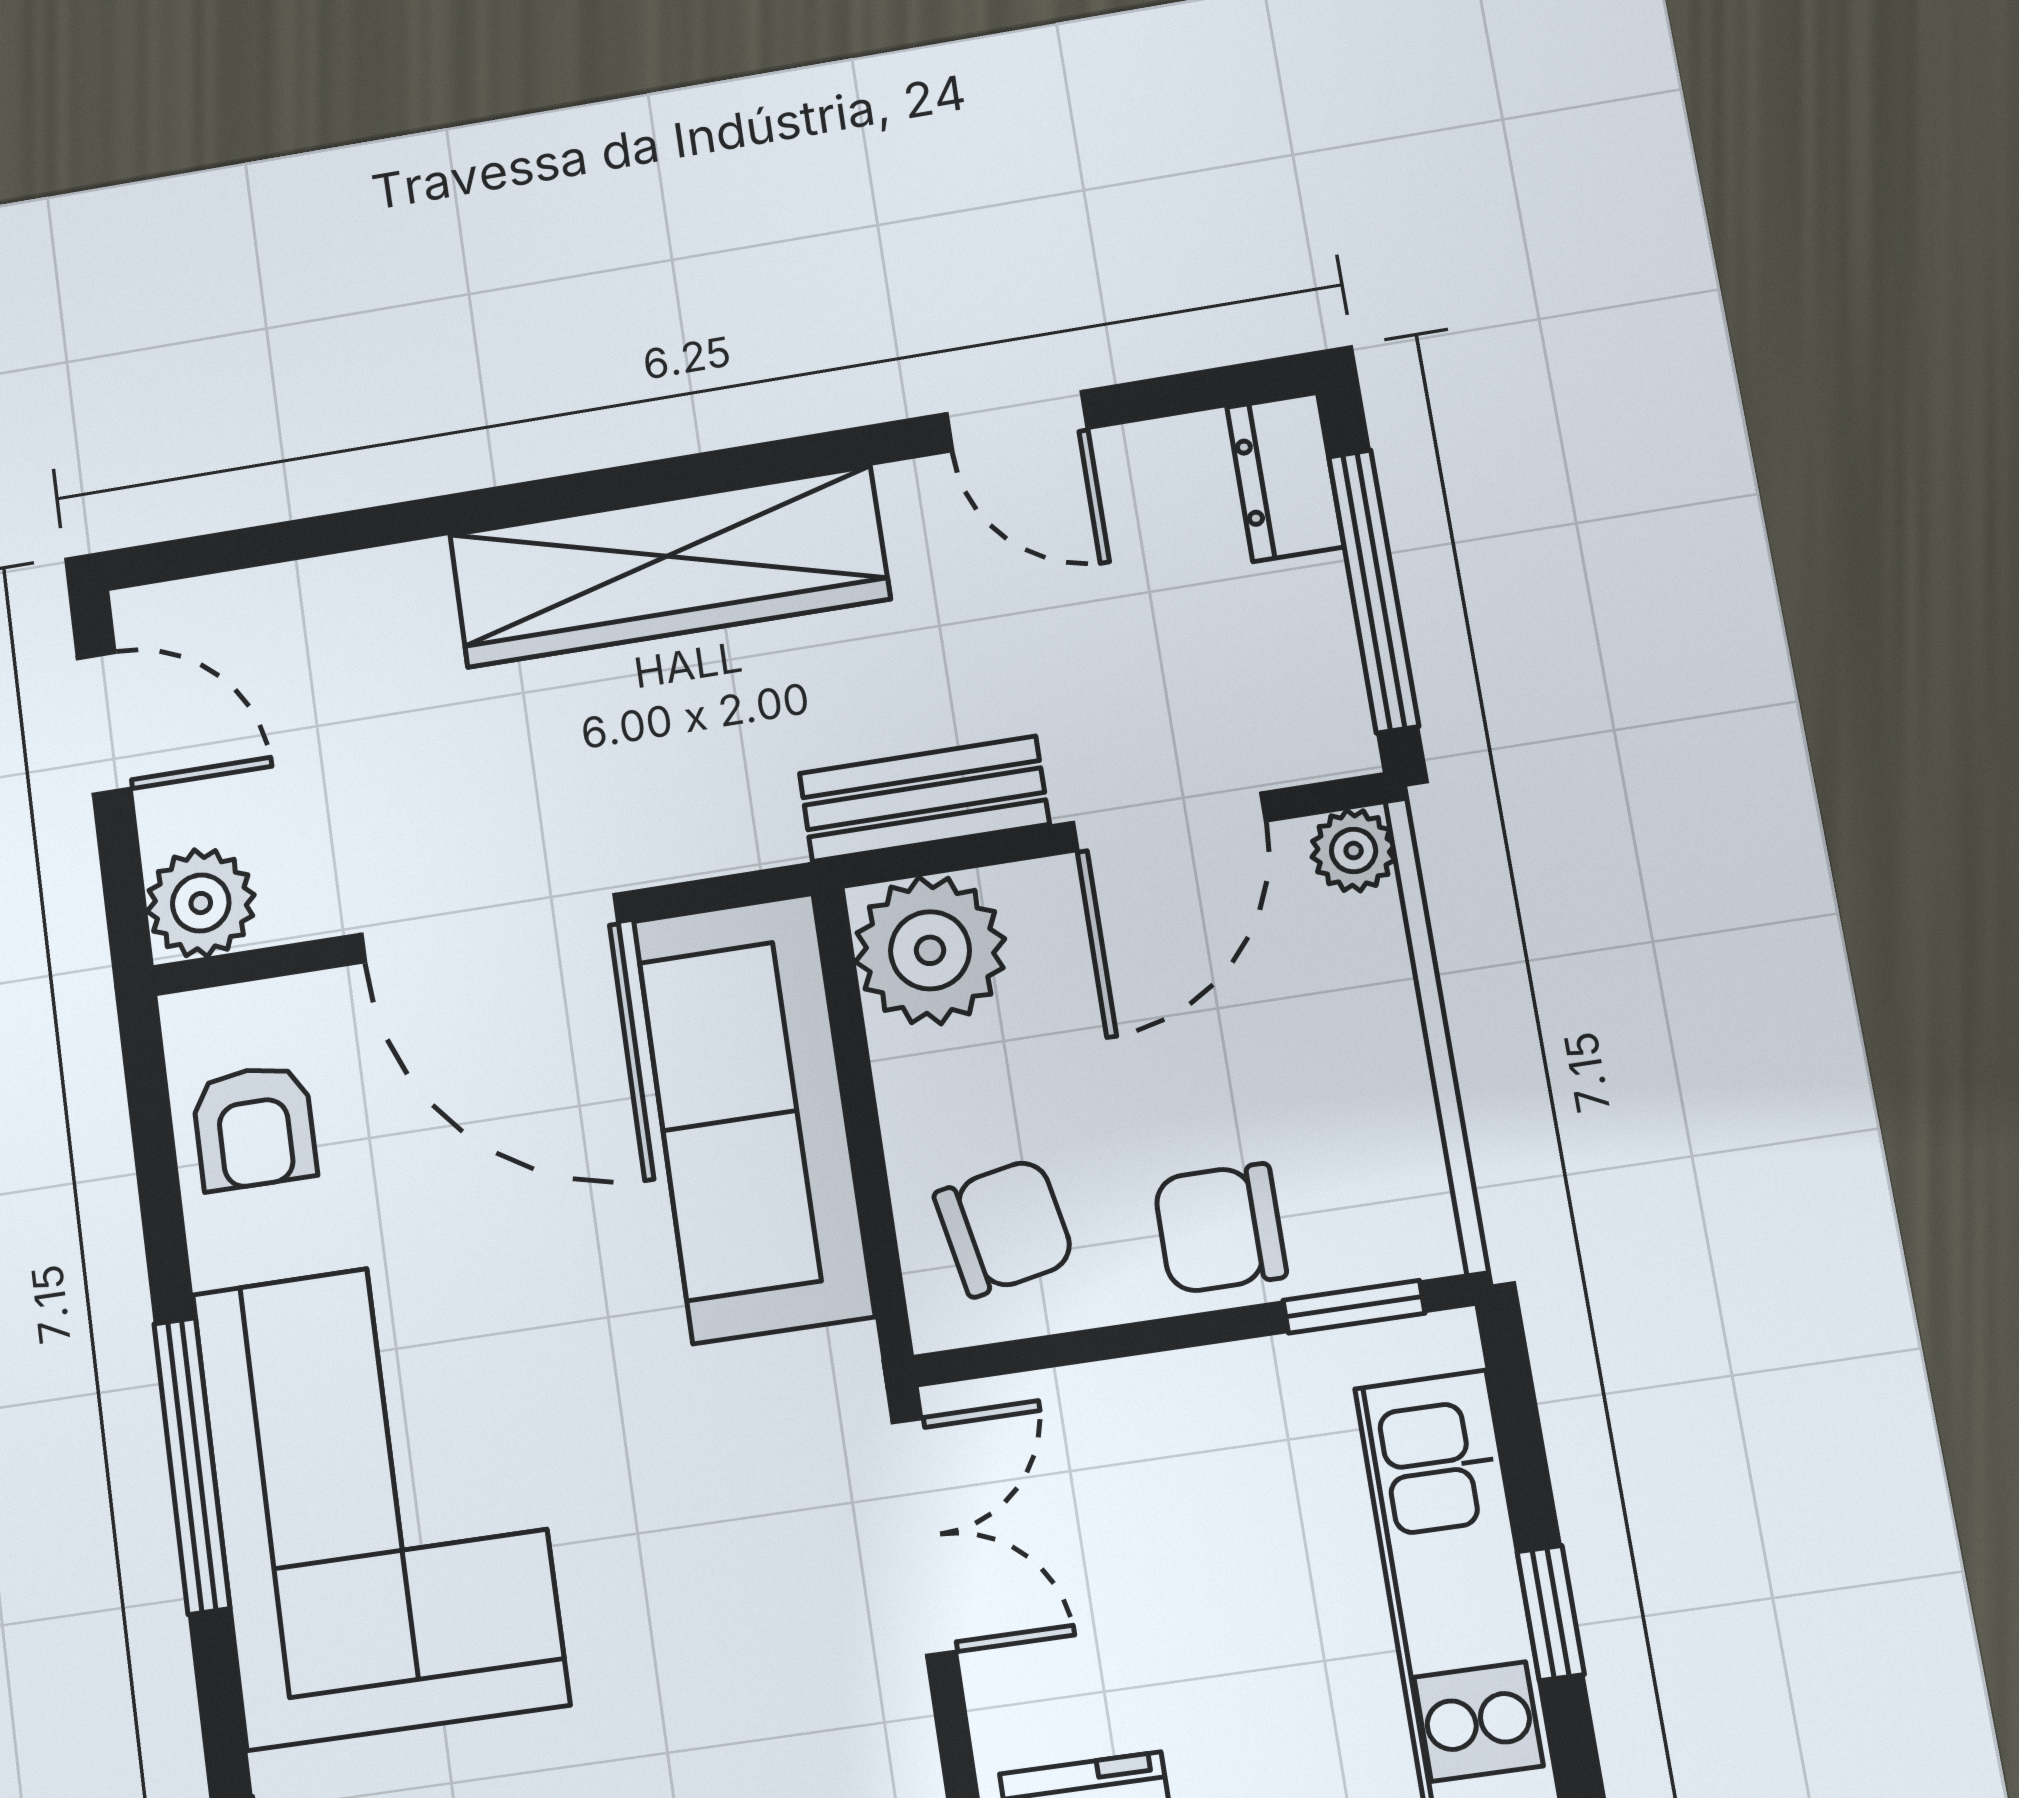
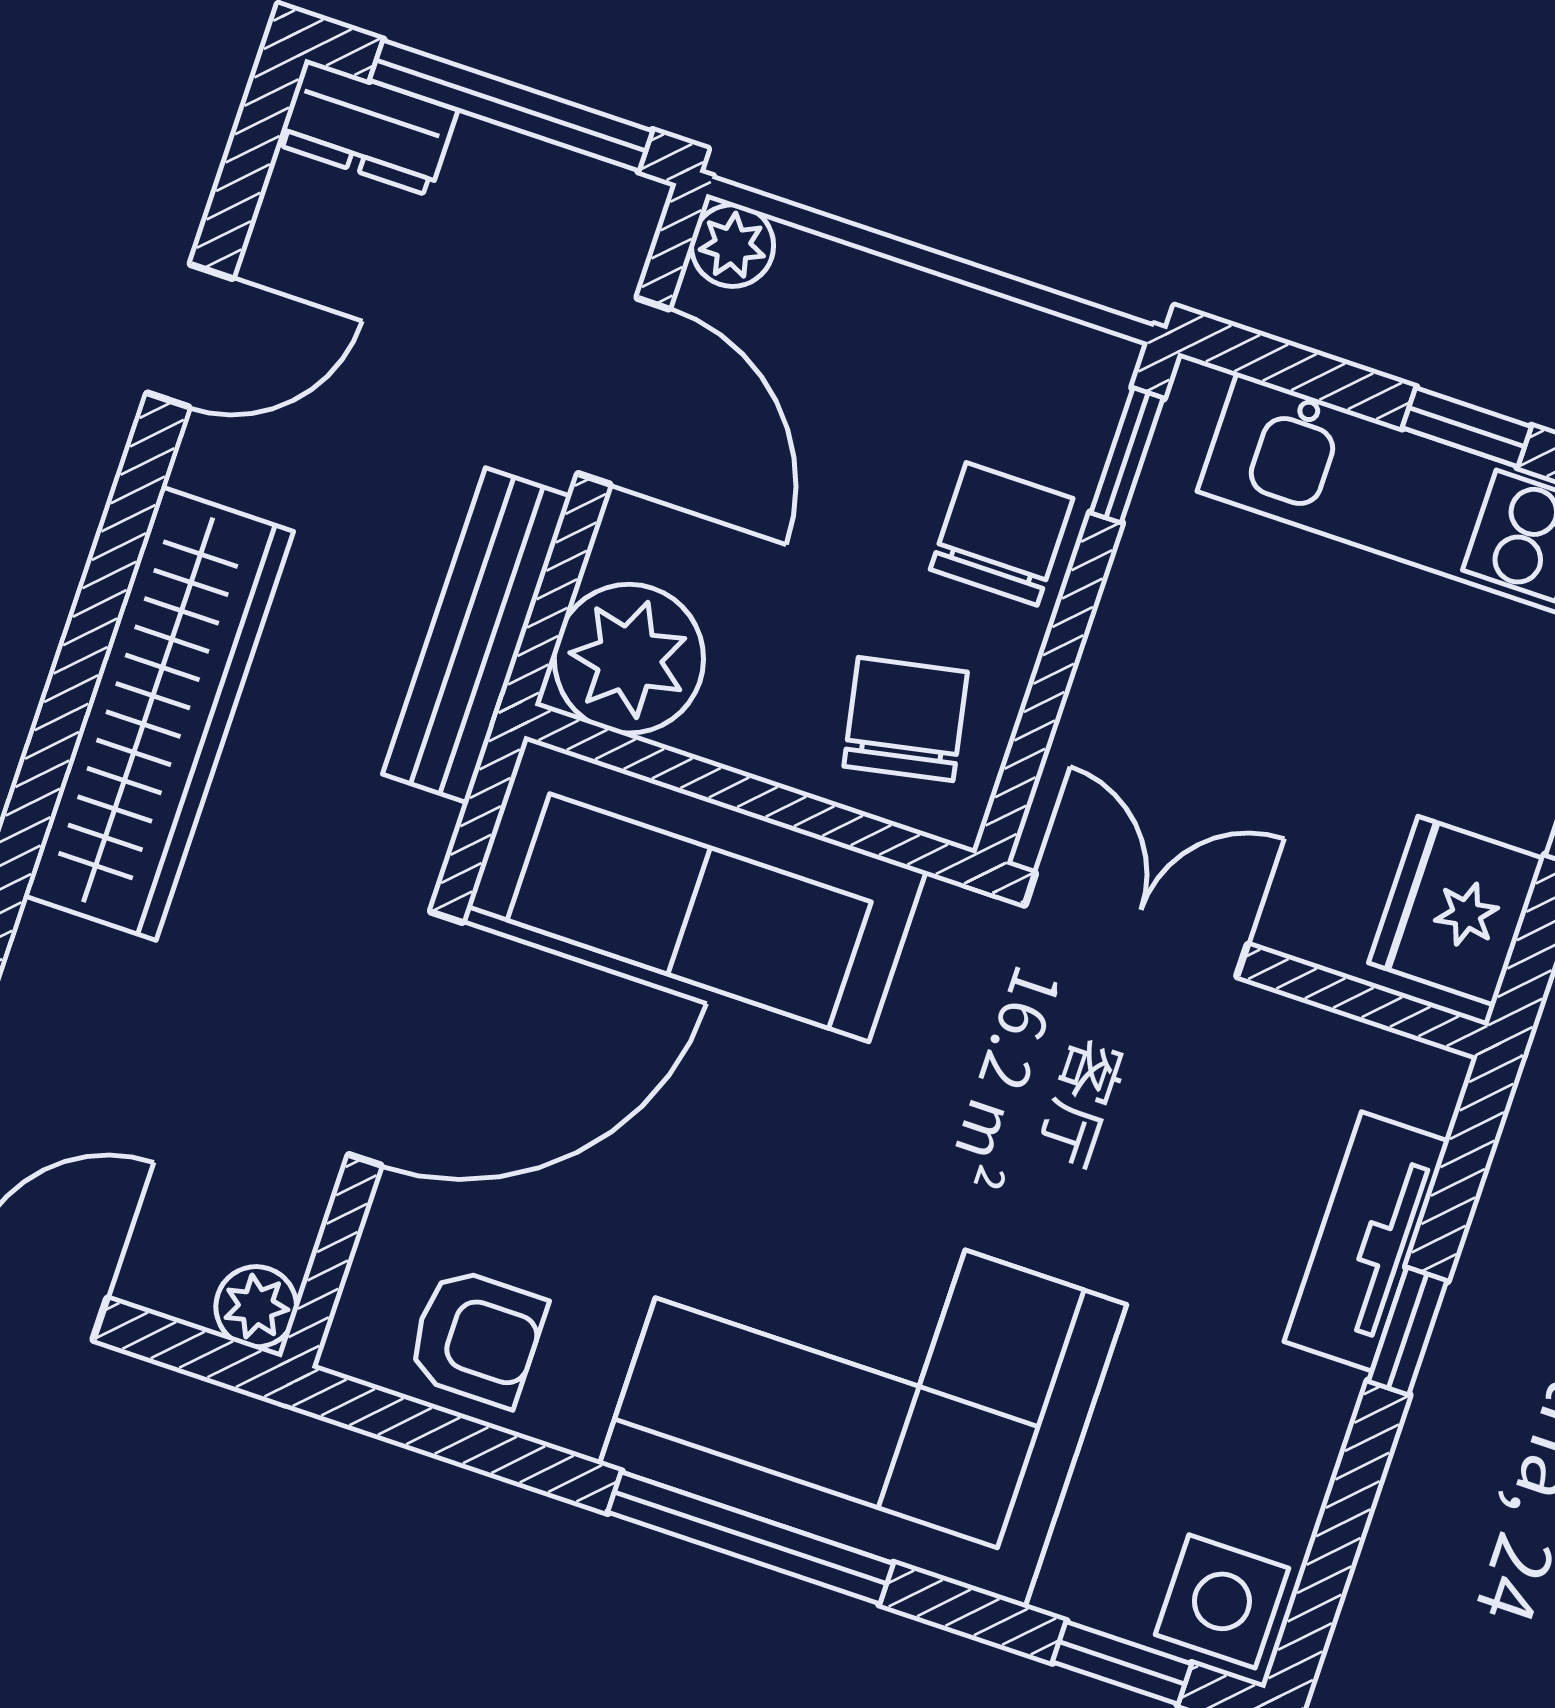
bench: (924, 799) -> (477, 635), width x1.36
plant: (201, 903) -> (256, 1307), width x0.73, depth x0.73
chair: (1220, 1228) -> (1002, 534), turned 180

